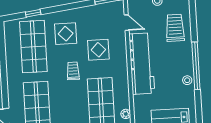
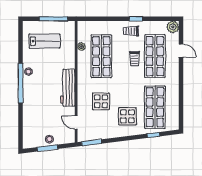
trolley: (175, 28) -> (36, 116), removed
workbench: (142, 64) -> (68, 88), width x0.73, depth x0.76
trolley: (73, 71) -> (135, 59), moved

